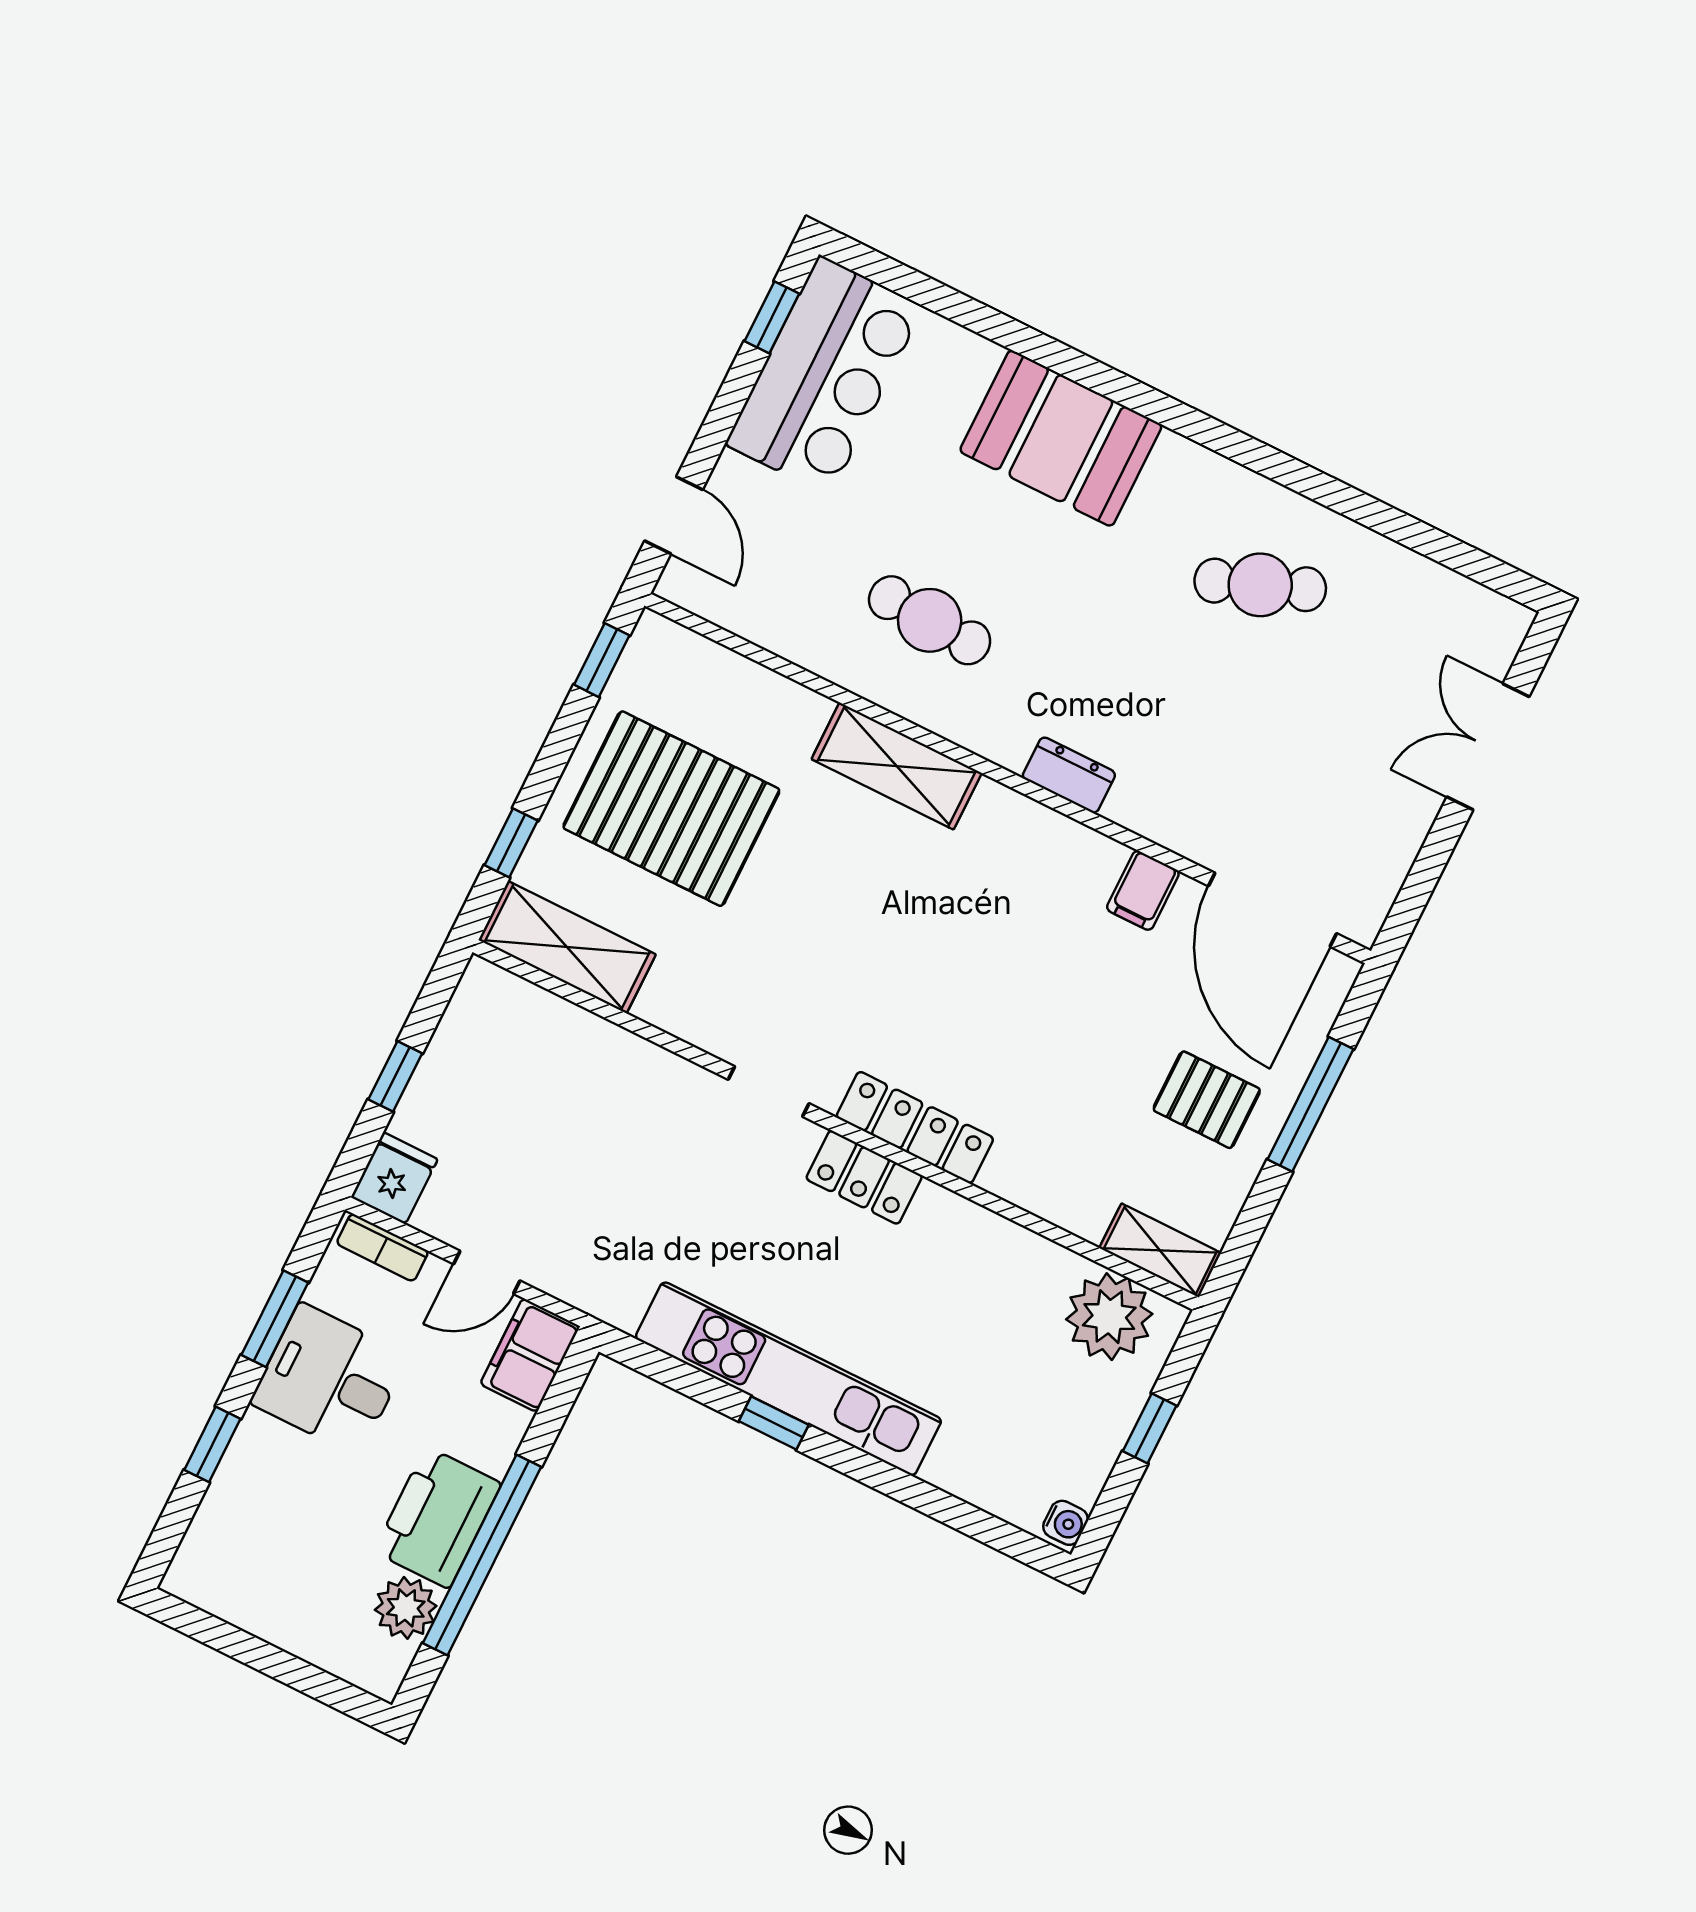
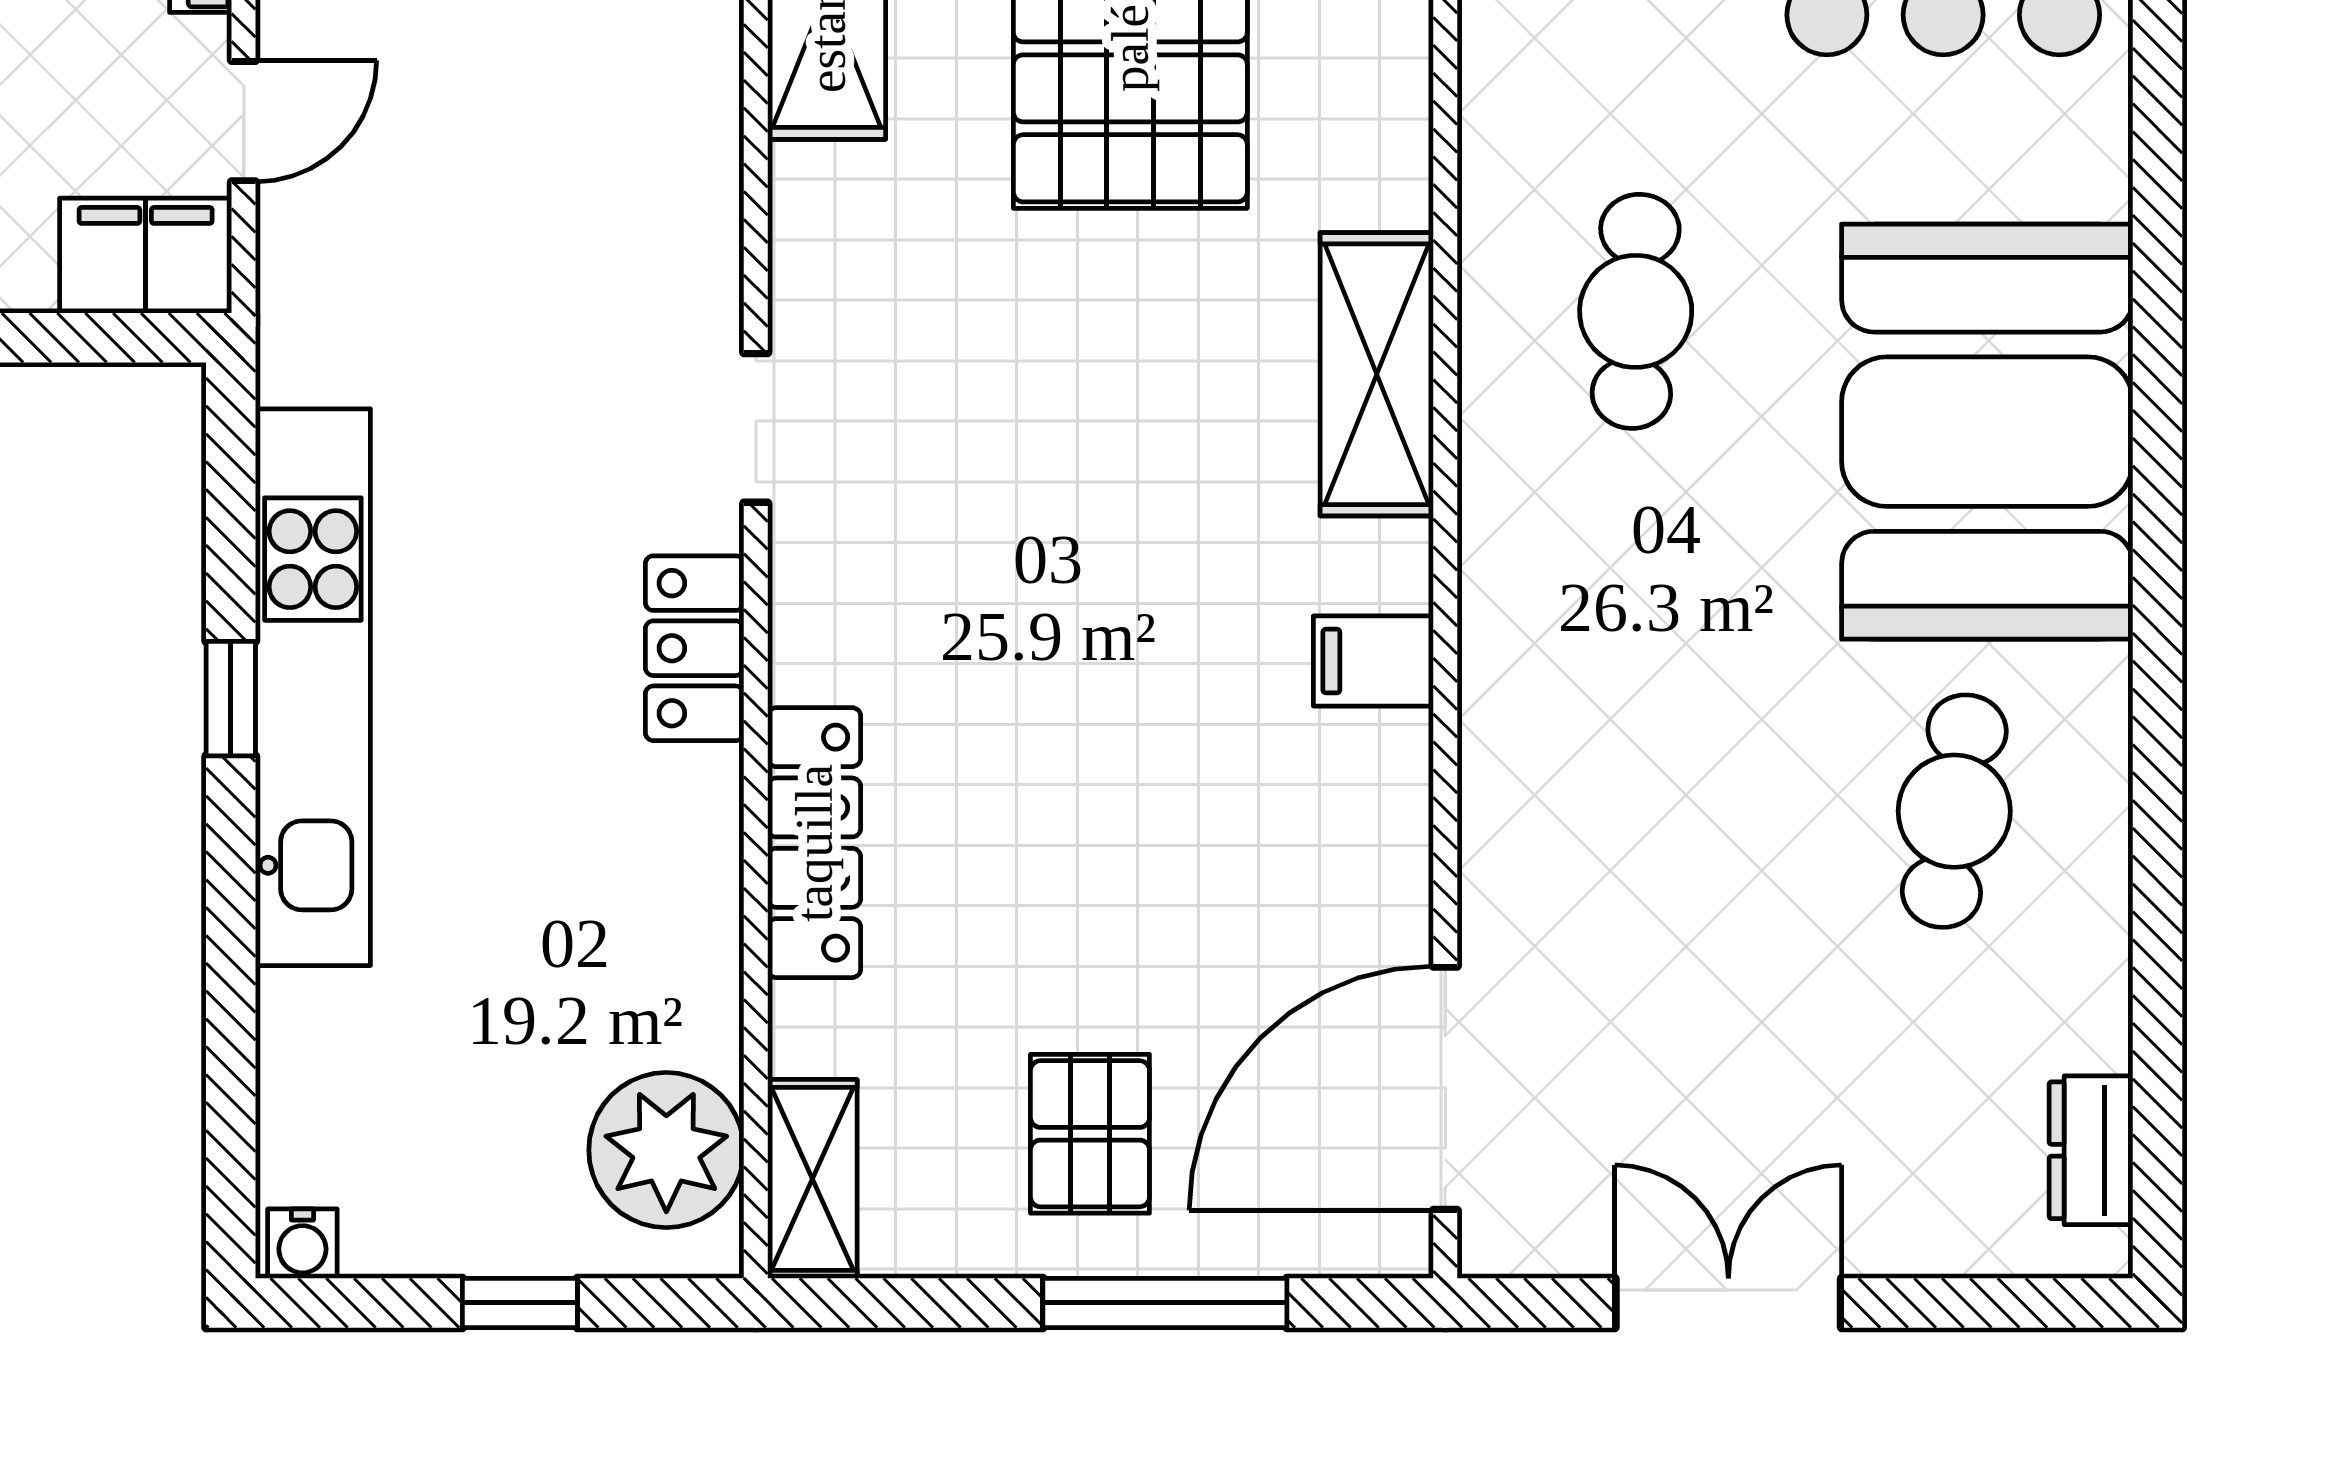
booth: (1061, 438) -> (1987, 432), width x1.36, depth x1.42
cafe table: (1260, 585) -> (1954, 811), turned 30
double door: (1488, 747) -> (1728, 1303), moved
dresser: (1069, 775) -> (2091, 1150), moved, turned 180
filing cabinet: (1143, 890) -> (1373, 661), moved
locker: (915, 1128) -> (814, 843), moved
door: (487, 1272) -> (244, 121), swing flipped

